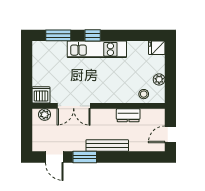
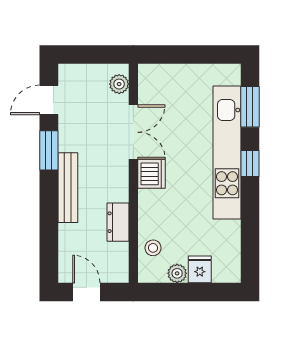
fridge: (157, 48) -> (200, 269), moved
kitchen unit: (97, 49) -> (227, 153), width x1.36
dishwasher: (41, 95) -> (152, 174), moved
double door: (74, 106) -> (133, 132), swing flipped

